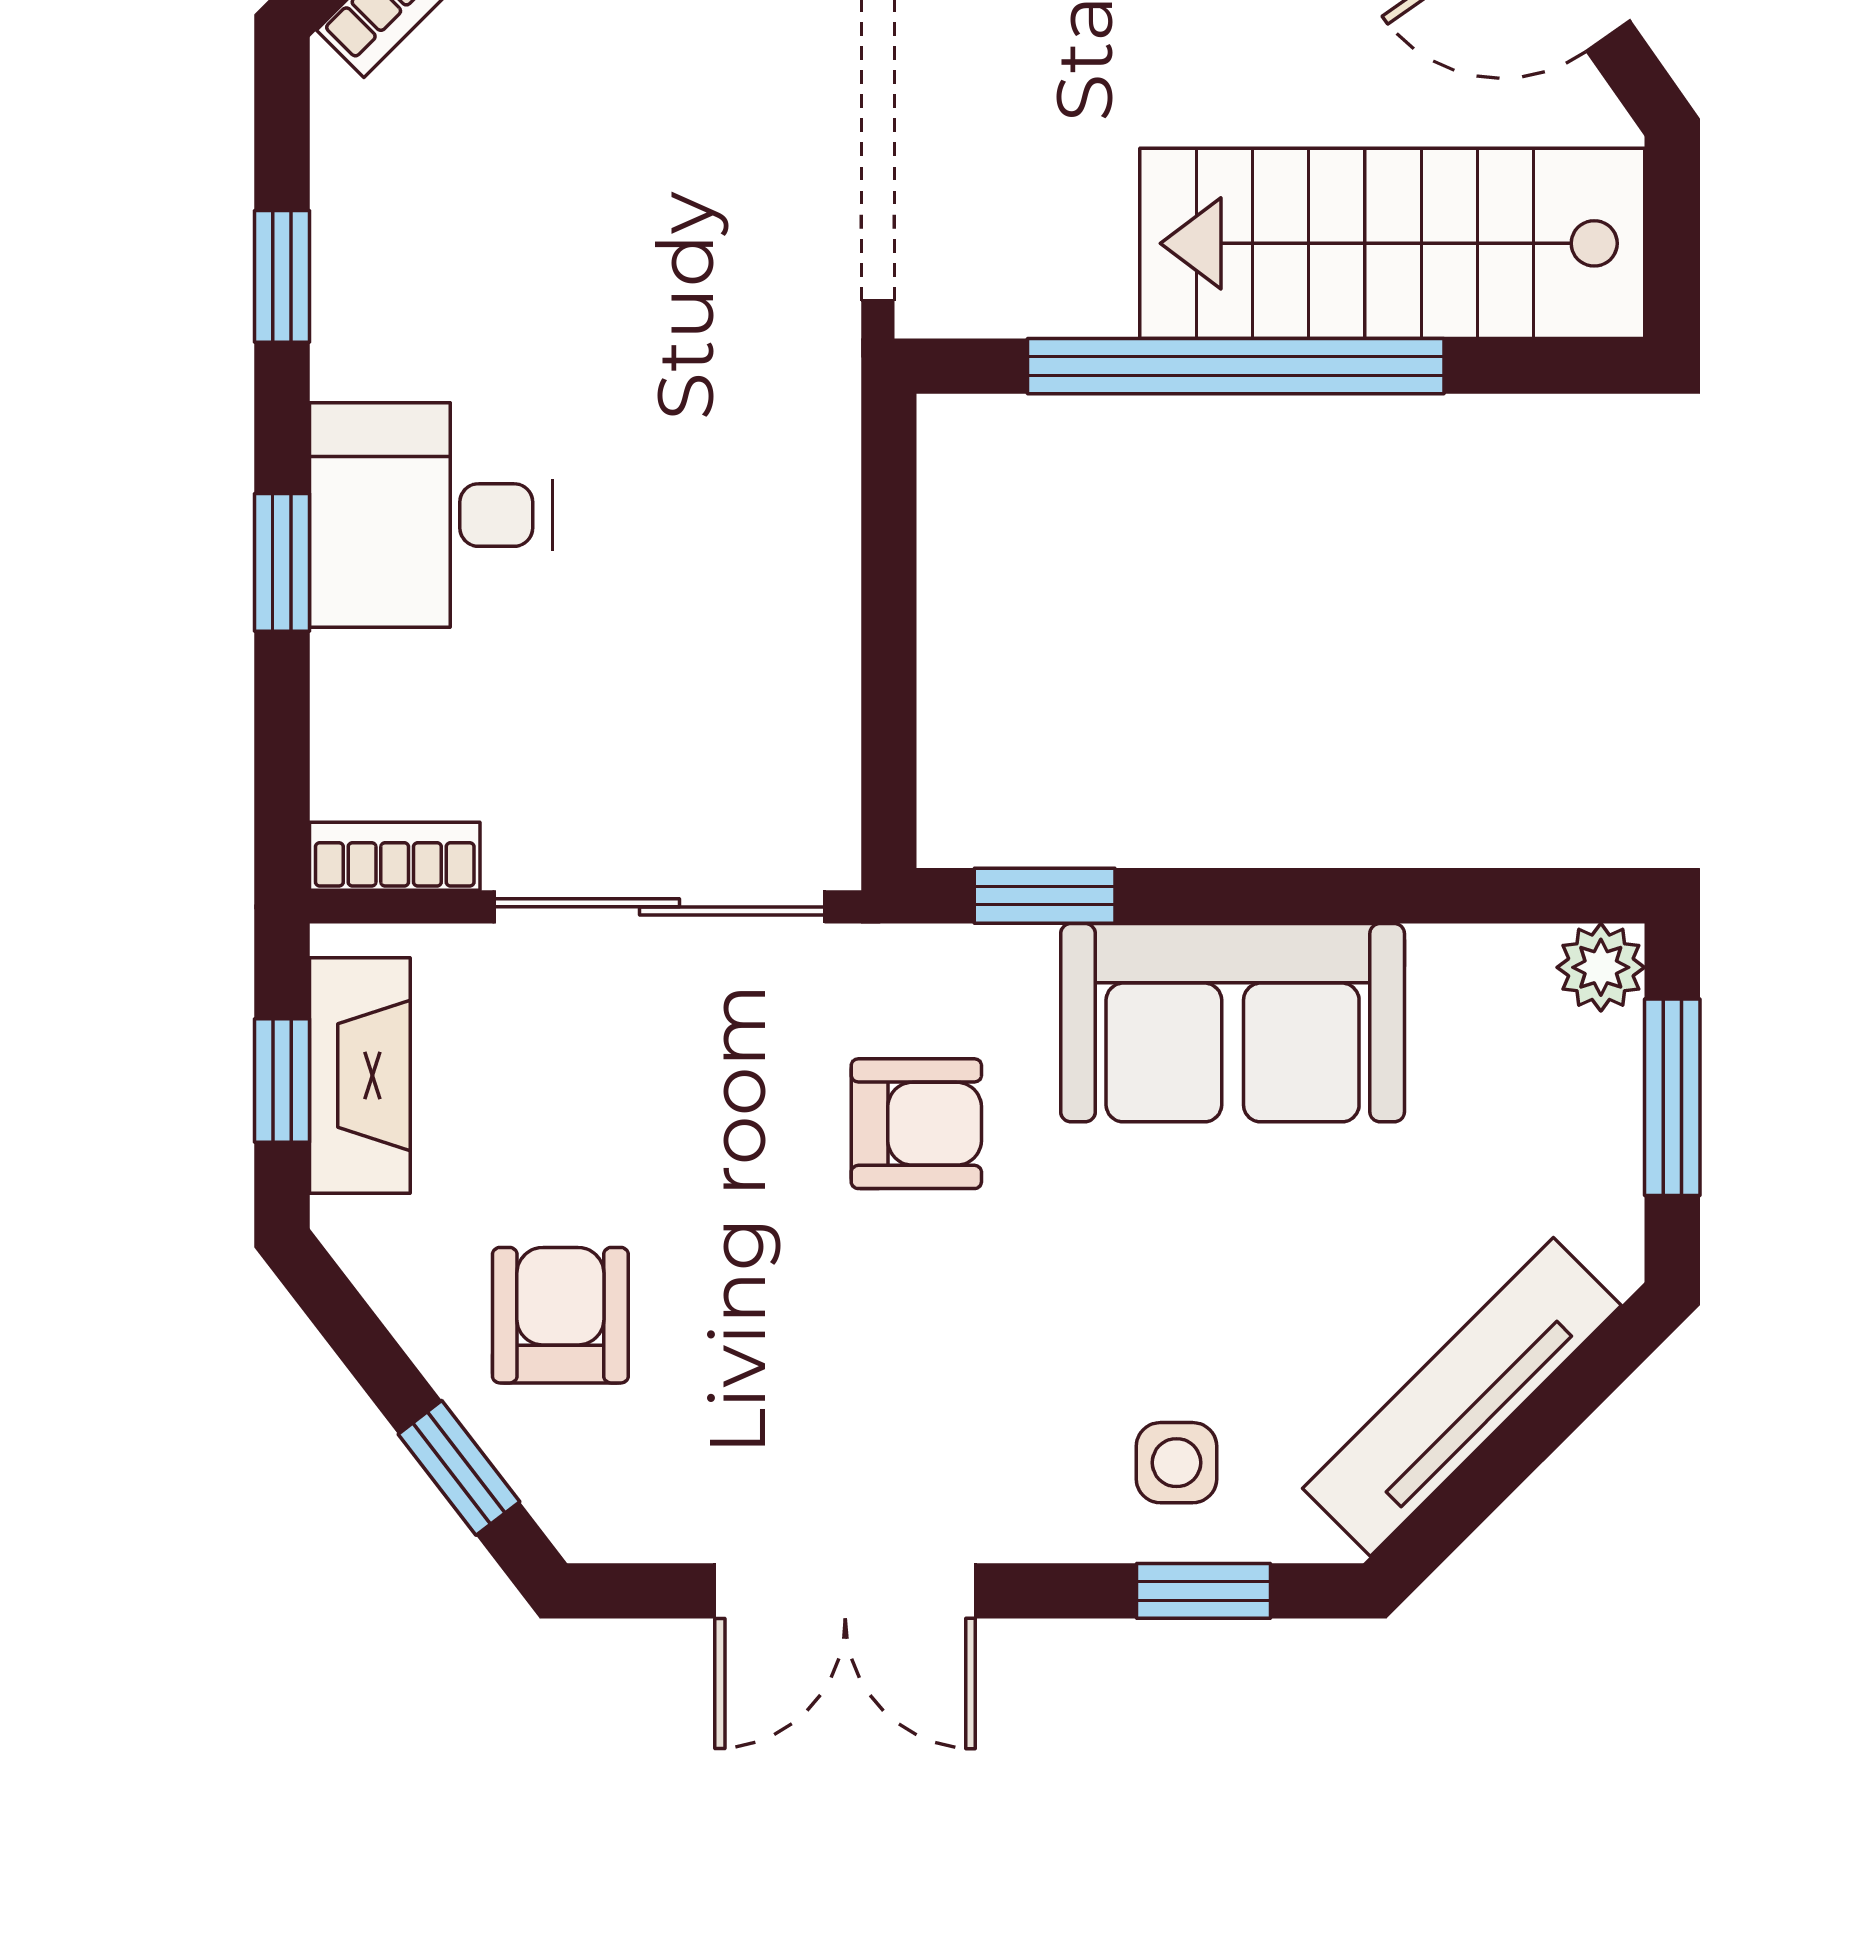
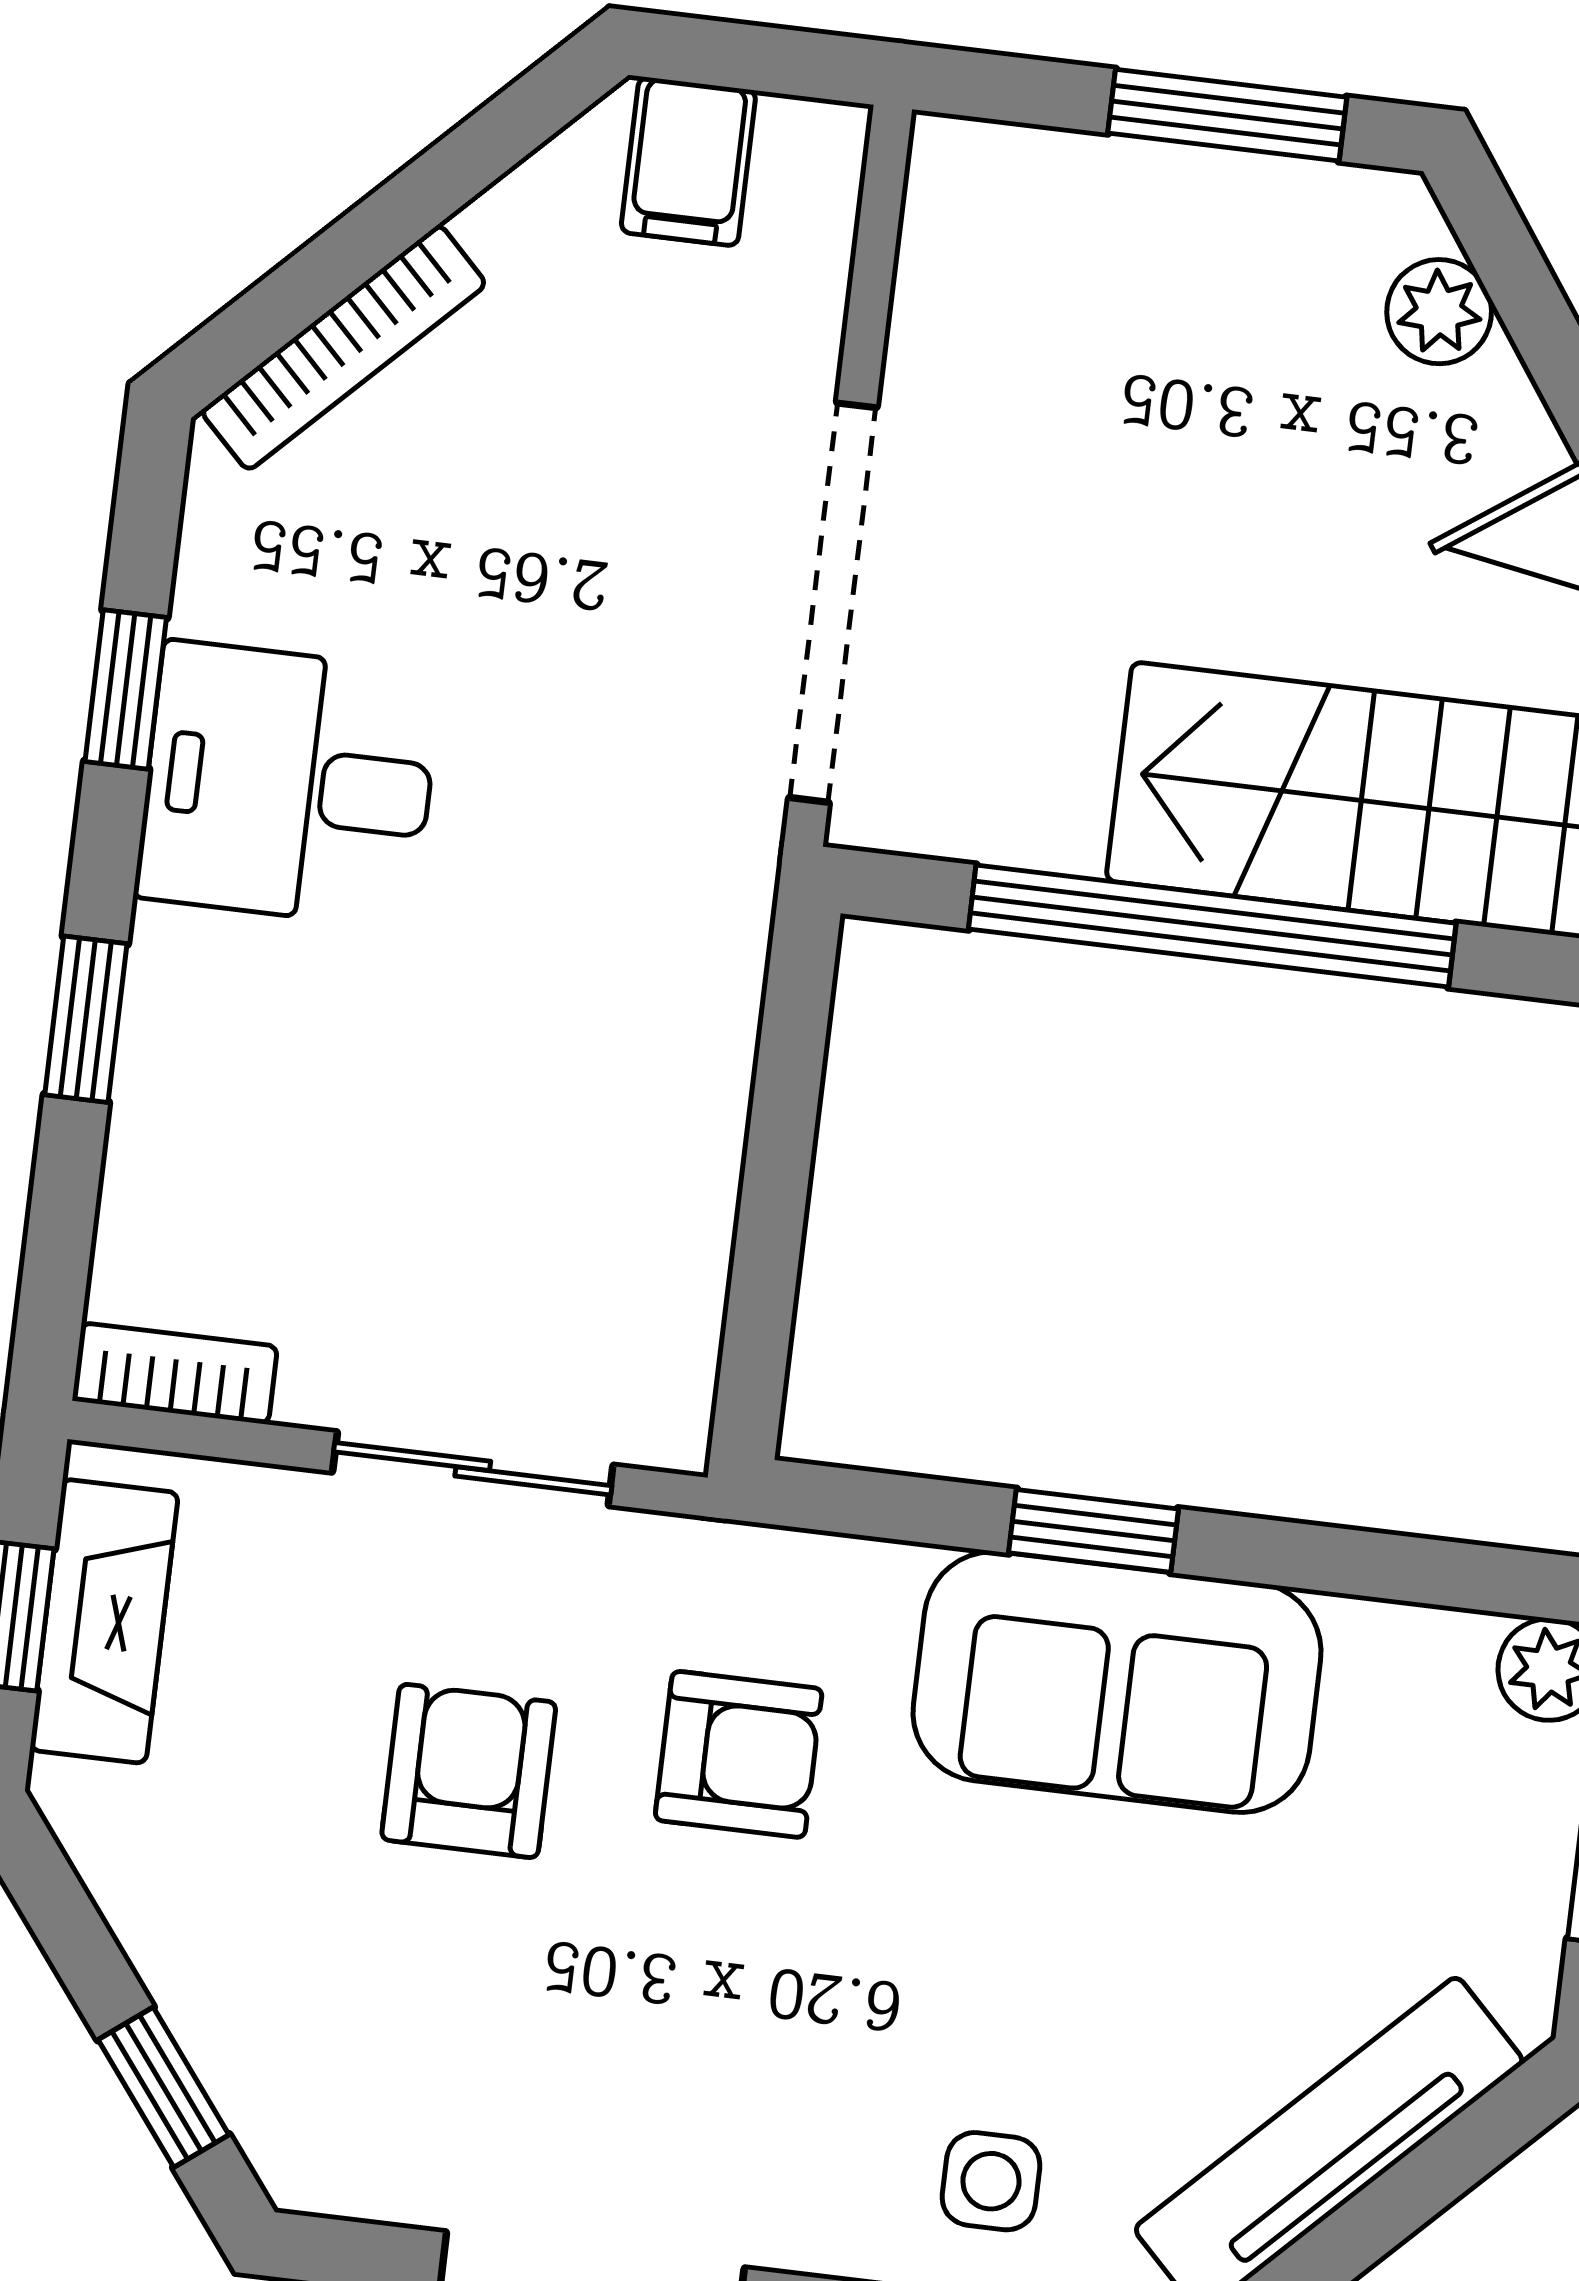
desk: (431, 515) -> (288, 785), moved
window: (1045, 896) -> (1093, 1531), moved
sliding door: (659, 907) -> (473, 1469), width x0.73
armchair: (560, 1315) -> (469, 1771), moved

